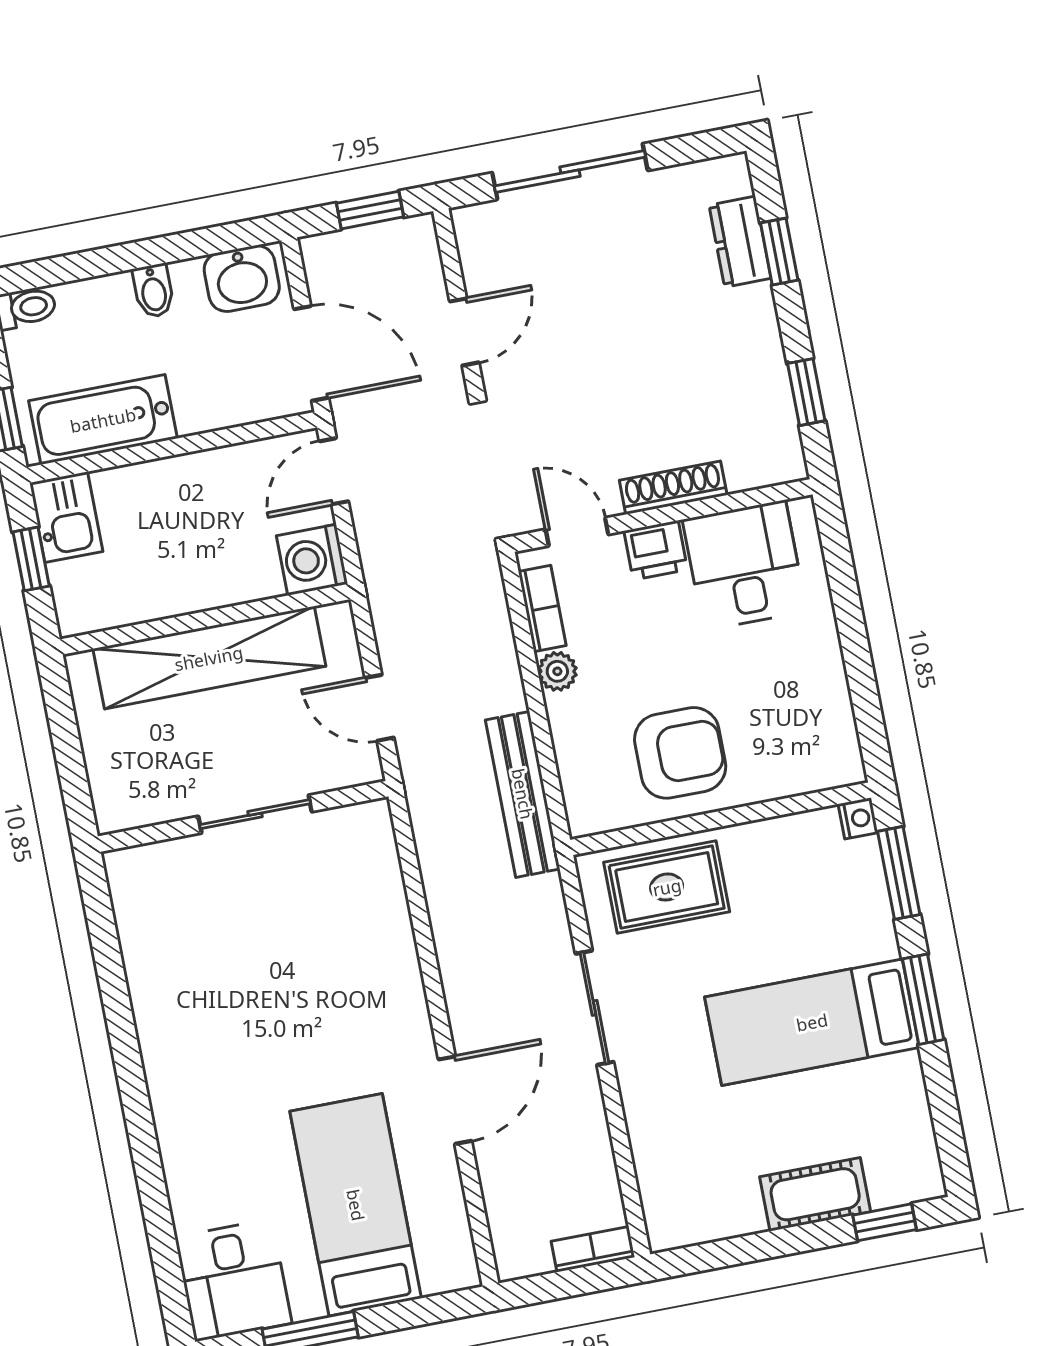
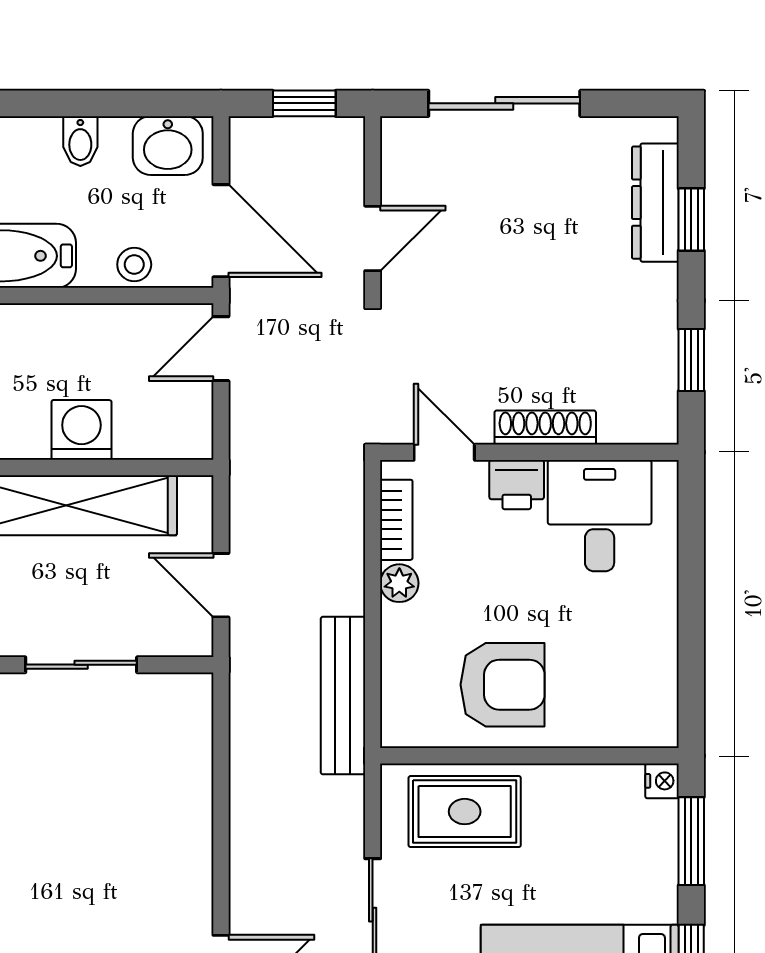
dresser: (740, 242) -> (655, 203), width x1.44
stool: (231, 404) -> (134, 265), added
washing machine: (312, 560) -> (81, 430), moved, turned 90

